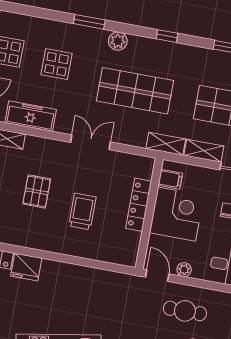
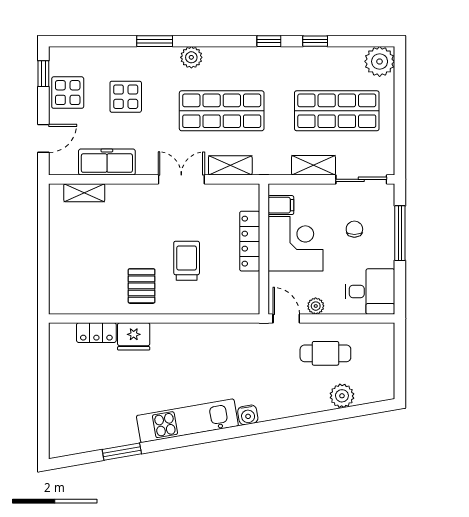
window: (167, 36) -> (269, 41), moved
shelving: (166, 144) -> (230, 165), moved
pallet: (37, 191) -> (142, 286), moved

